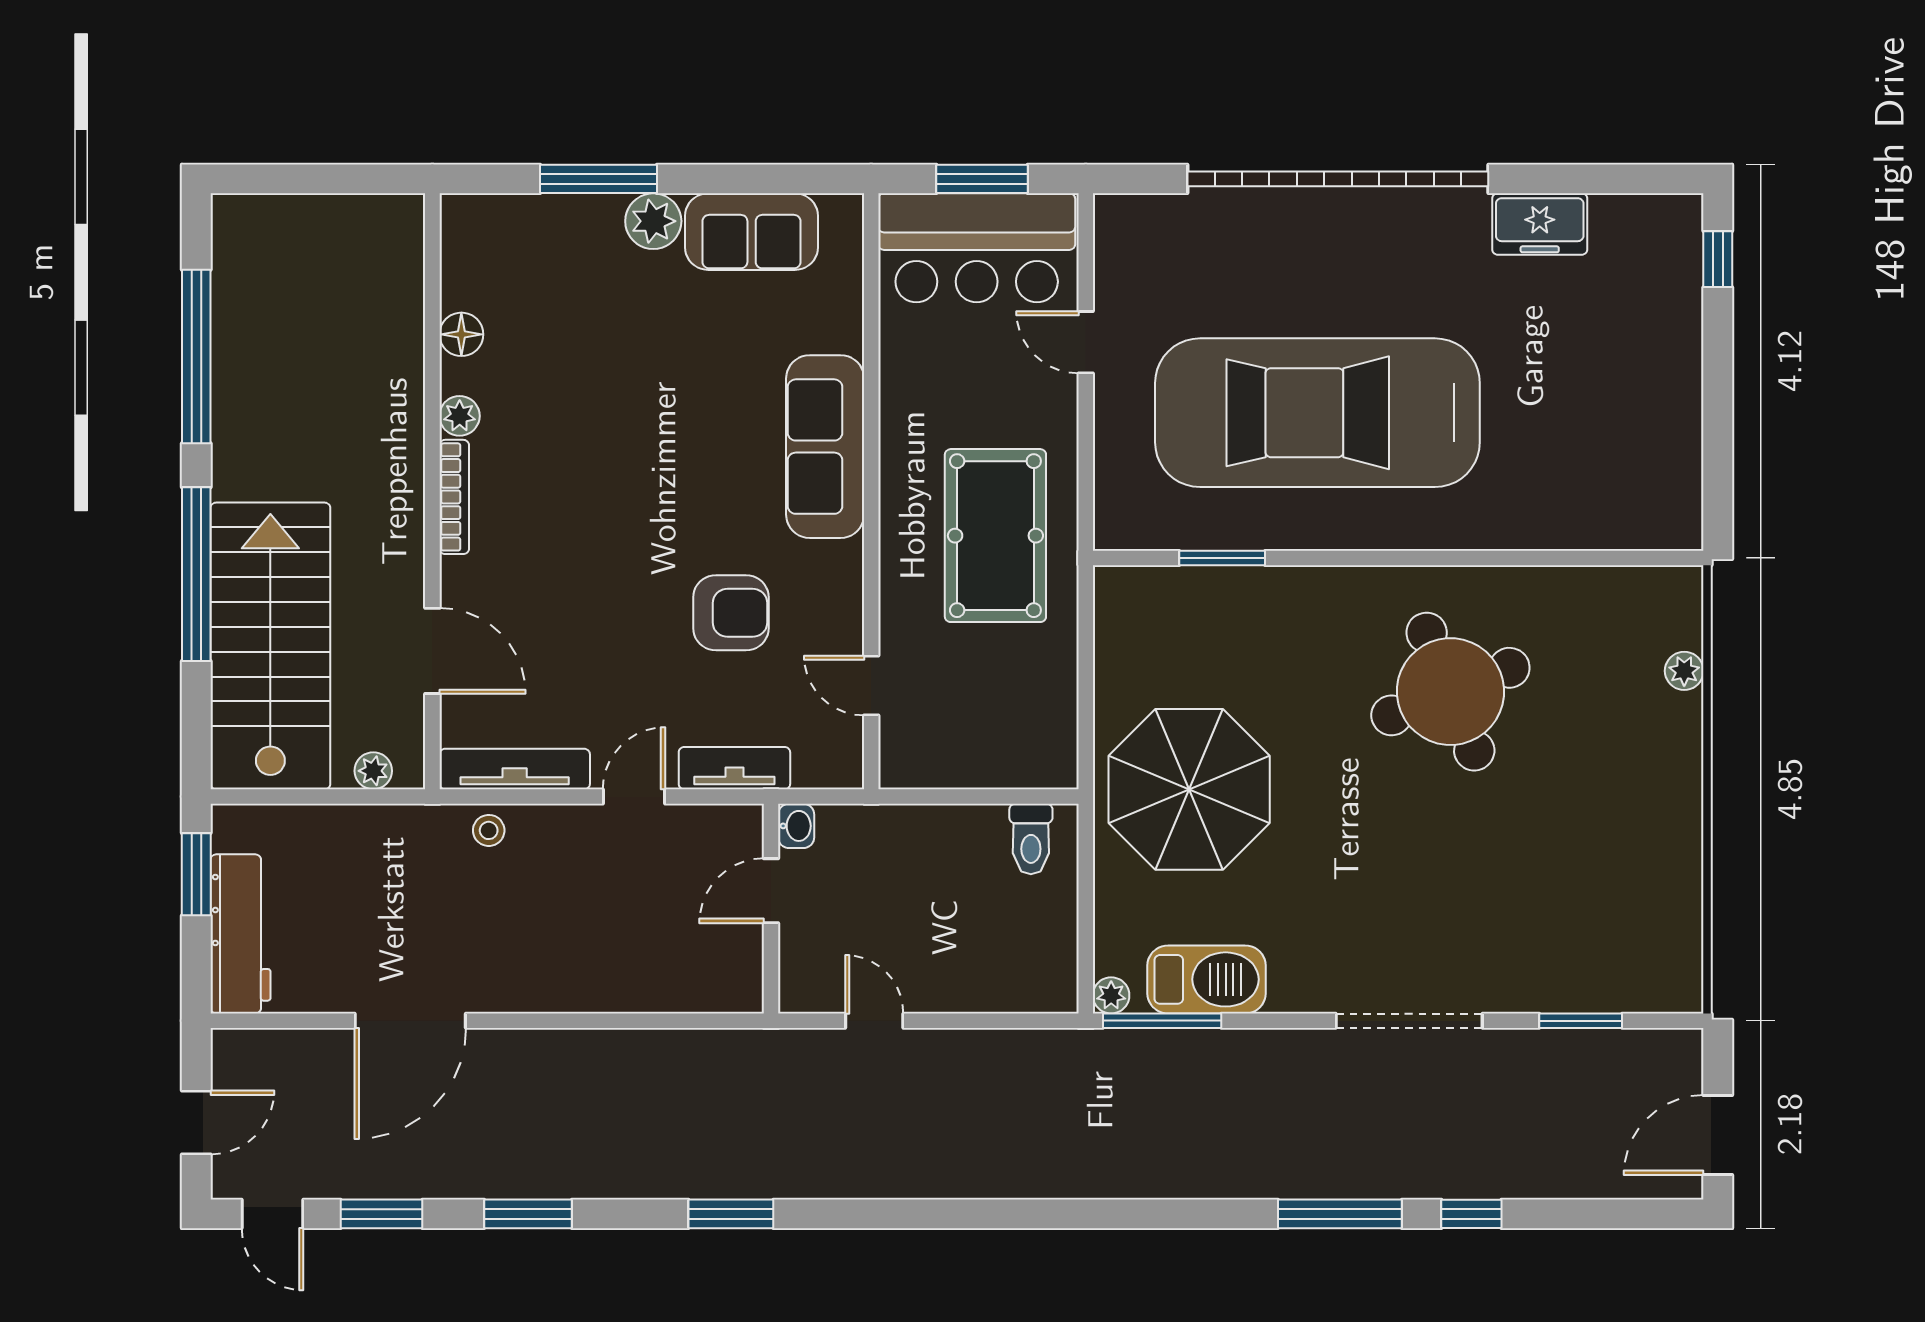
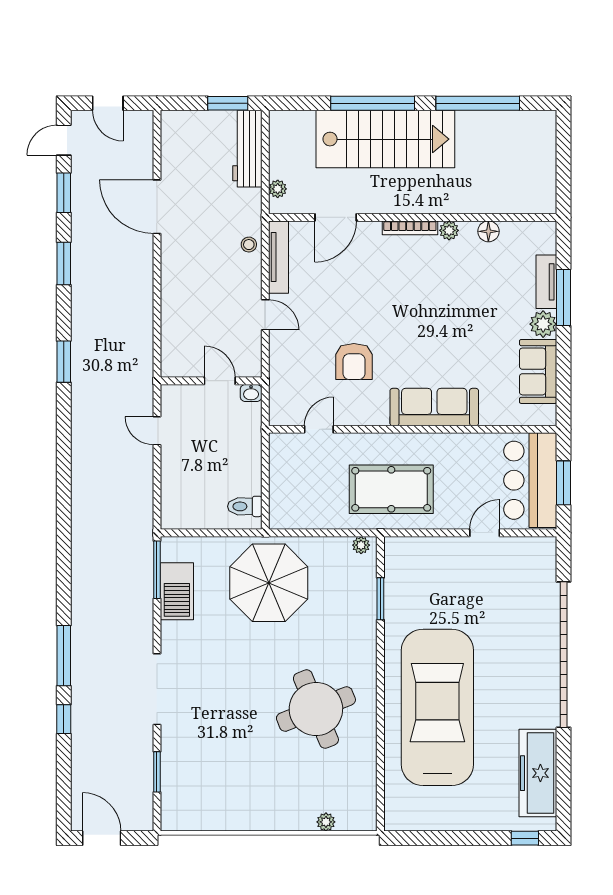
freezer: (1540, 224) -> (538, 773), width x1.91, depth x1.26
car: (1317, 413) -> (437, 707), moved
stairs: (270, 646) -> (385, 139), moved
tv unit: (734, 768) -> (546, 282), moved, turned 180
workbench: (241, 934) -> (247, 149), moved, turned 90
plant: (1111, 995) -> (361, 545), moved
door: (874, 1021) -> (157, 431), swing flipped

